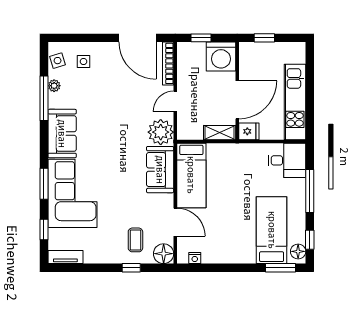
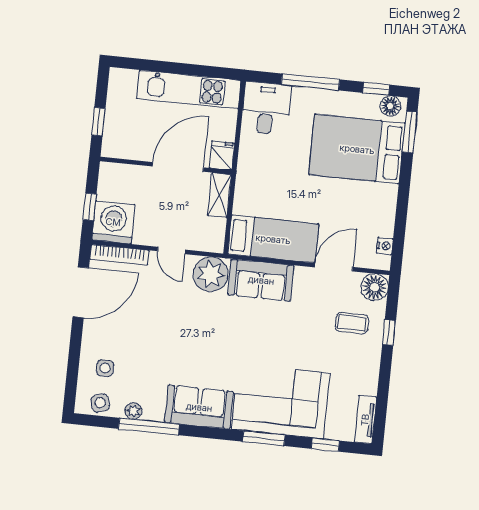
washing machine: (221, 57) -> (113, 222), moved, turned -90
door: (237, 100) -> (178, 167), hinge flipped
bed: (272, 230) -> (357, 149), width x1.50

